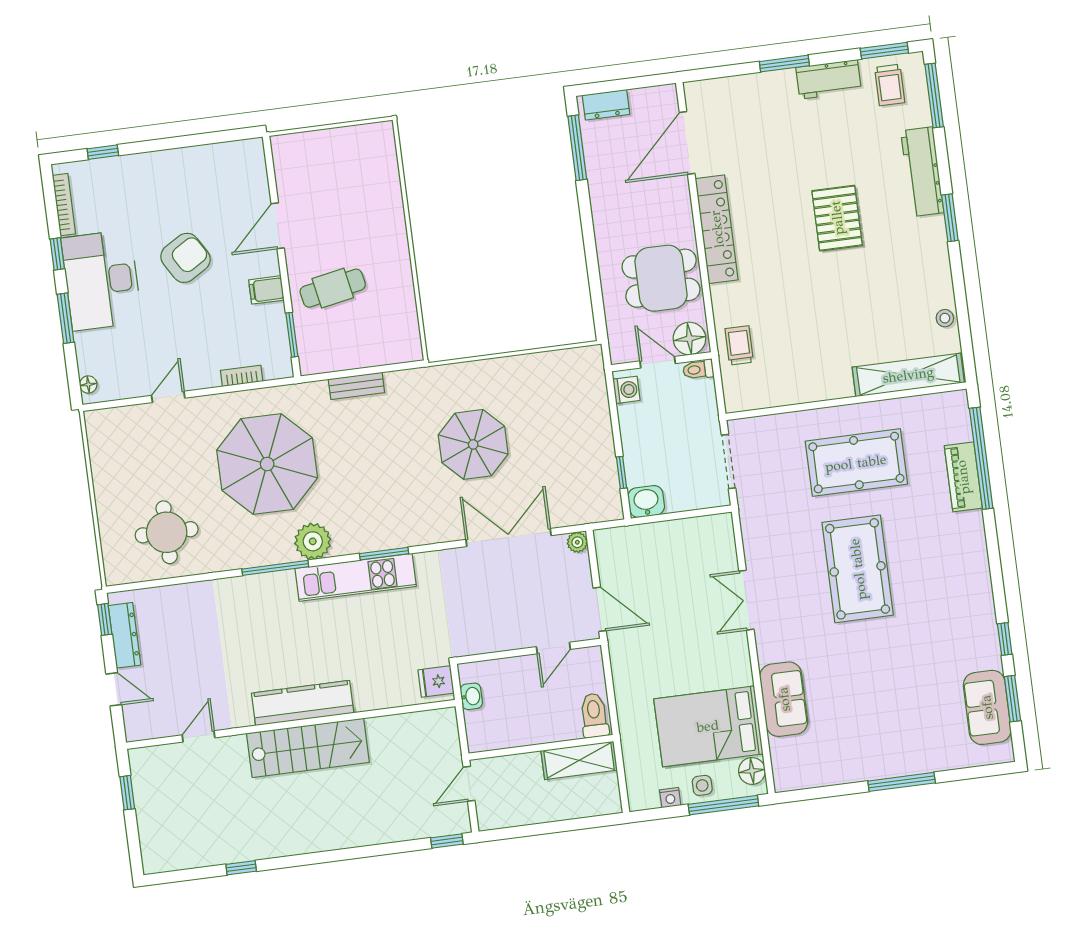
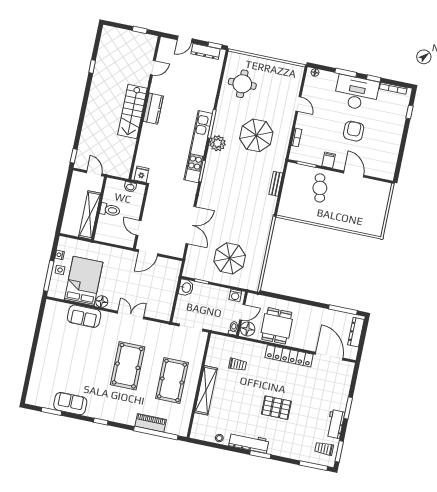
dresser: (606, 105) -> (356, 332), width x1.44
workbench: (922, 172) -> (249, 443), moved
armchair: (185, 258) -> (354, 131), turned -149
trolley: (739, 345) -> (238, 364), moved
shelving: (908, 375) -> (206, 390), moved
parasol: (473, 444) -> (230, 258), moved
parasol: (267, 464) -> (256, 135), width x0.73, depth x0.73
plant: (577, 542) -> (179, 253), removed
pool table: (858, 569) -> (128, 366), turned 90
kitchen unit: (356, 577) -> (198, 147), width x1.36
window: (1005, 639) -> (101, 422), moved
kitchen counter: (303, 703) -> (153, 109), width x0.67
sofa: (987, 707) -> (70, 404), moved
toilet: (594, 715) -> (110, 210), moved
door: (198, 736) -> (153, 68), hinge flipped
shelving: (579, 760) -> (90, 215), width x1.47
floor lamp: (752, 771) -> (102, 302), moved
window: (902, 782) -> (33, 353), removed

